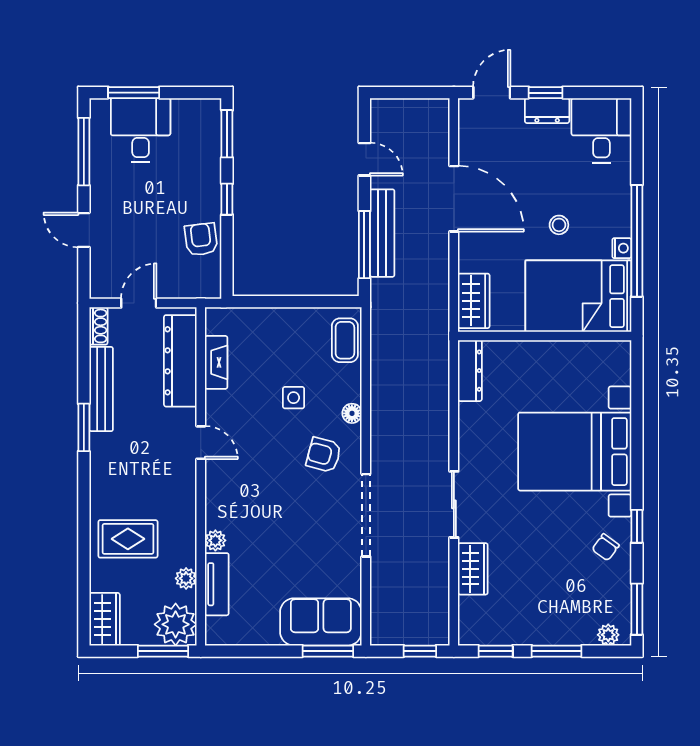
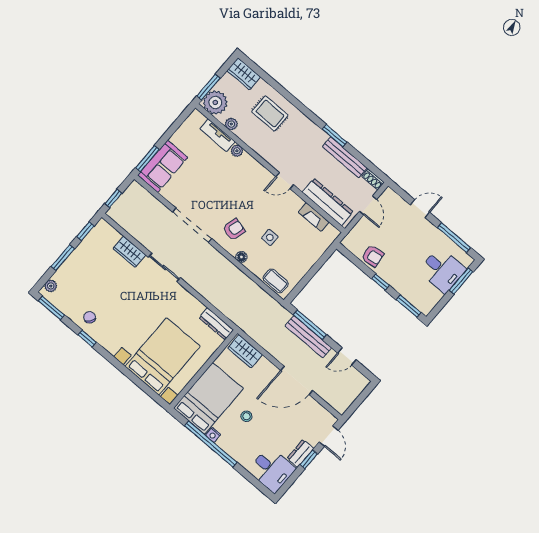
bed with nightstands: (575, 452) -> (163, 356), moved
rug: (128, 539) -> (270, 114), turned 90

